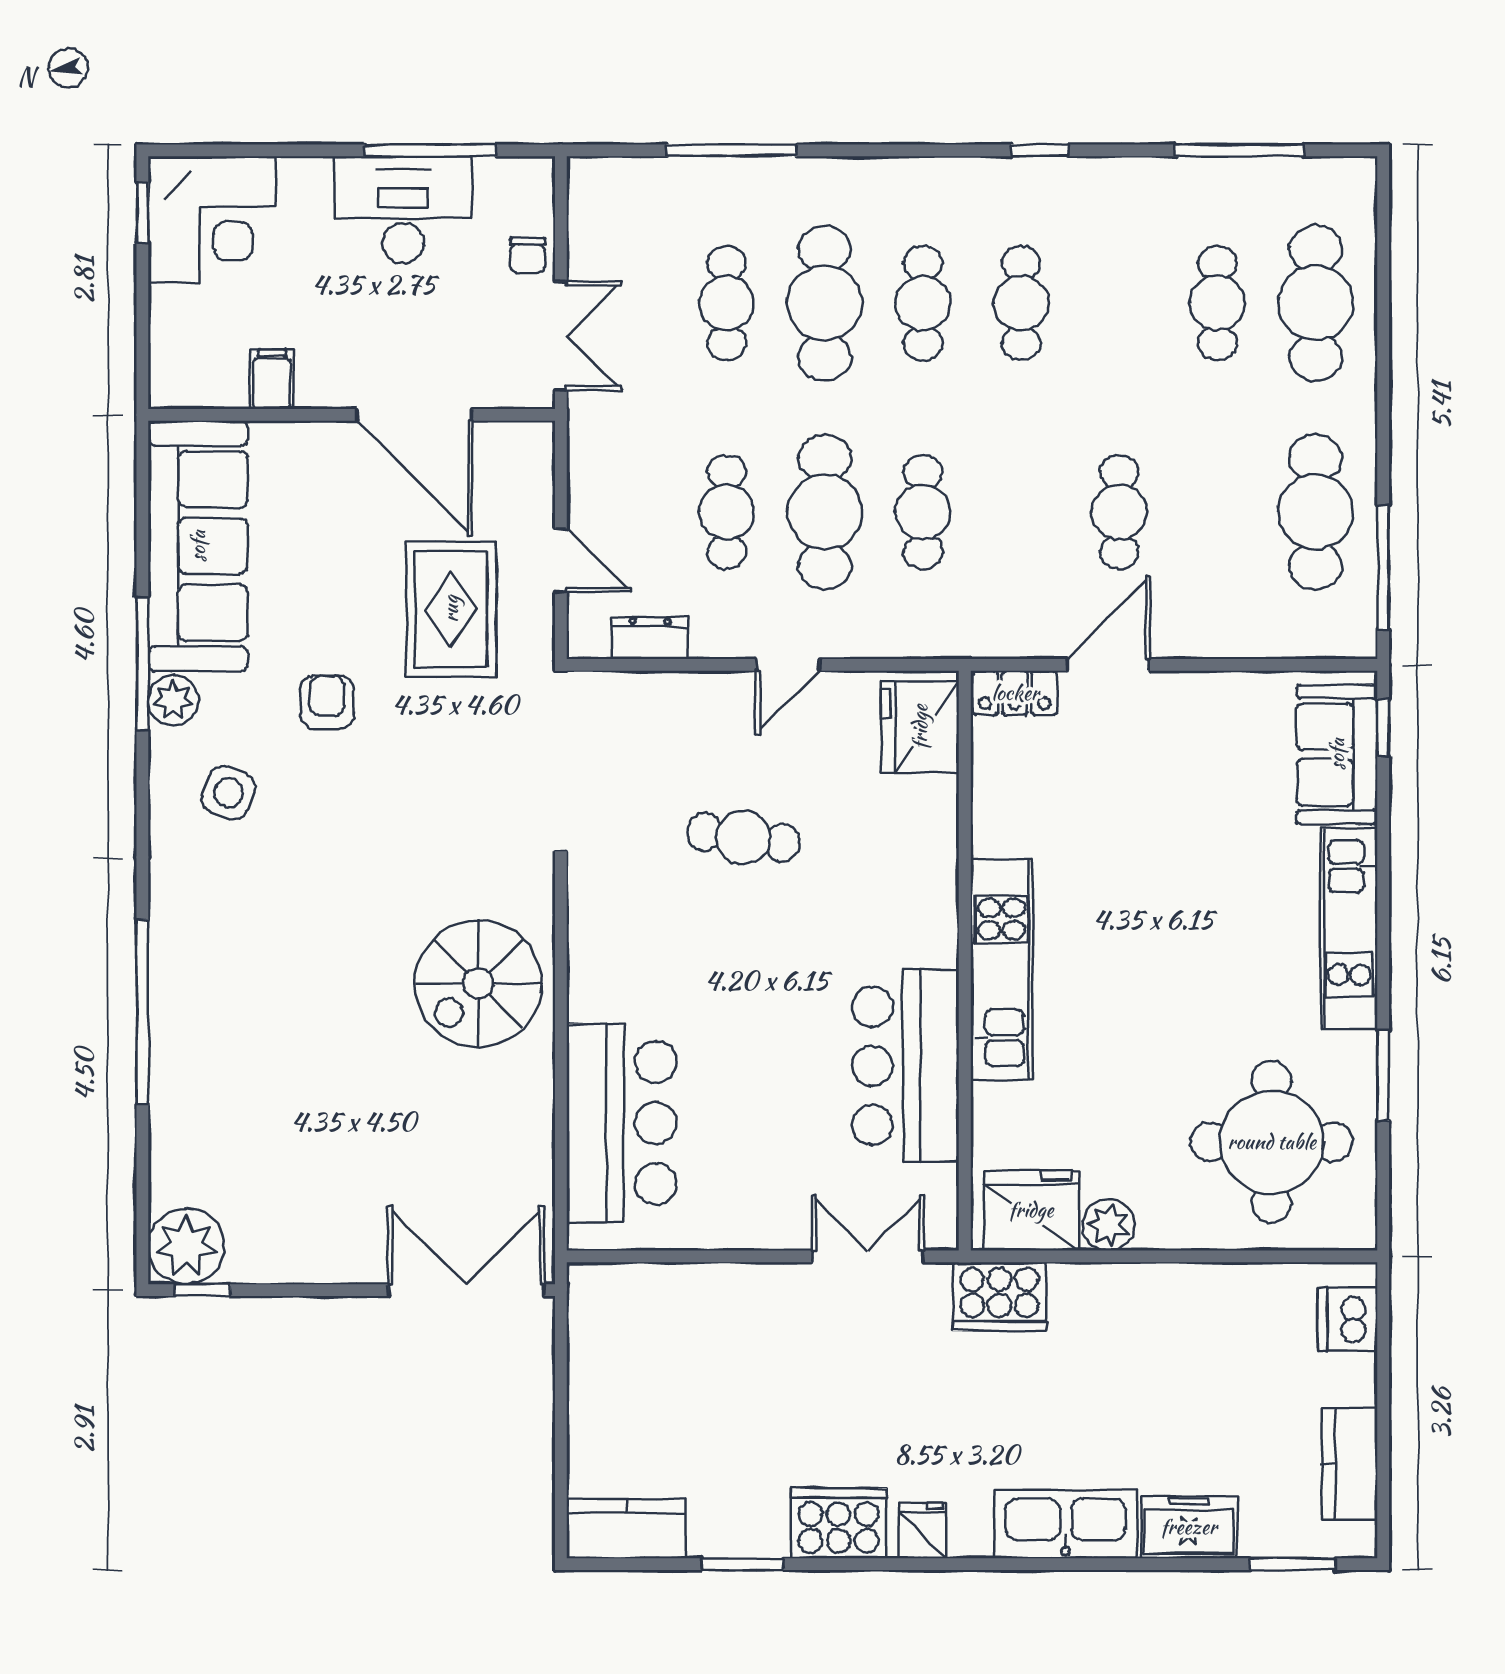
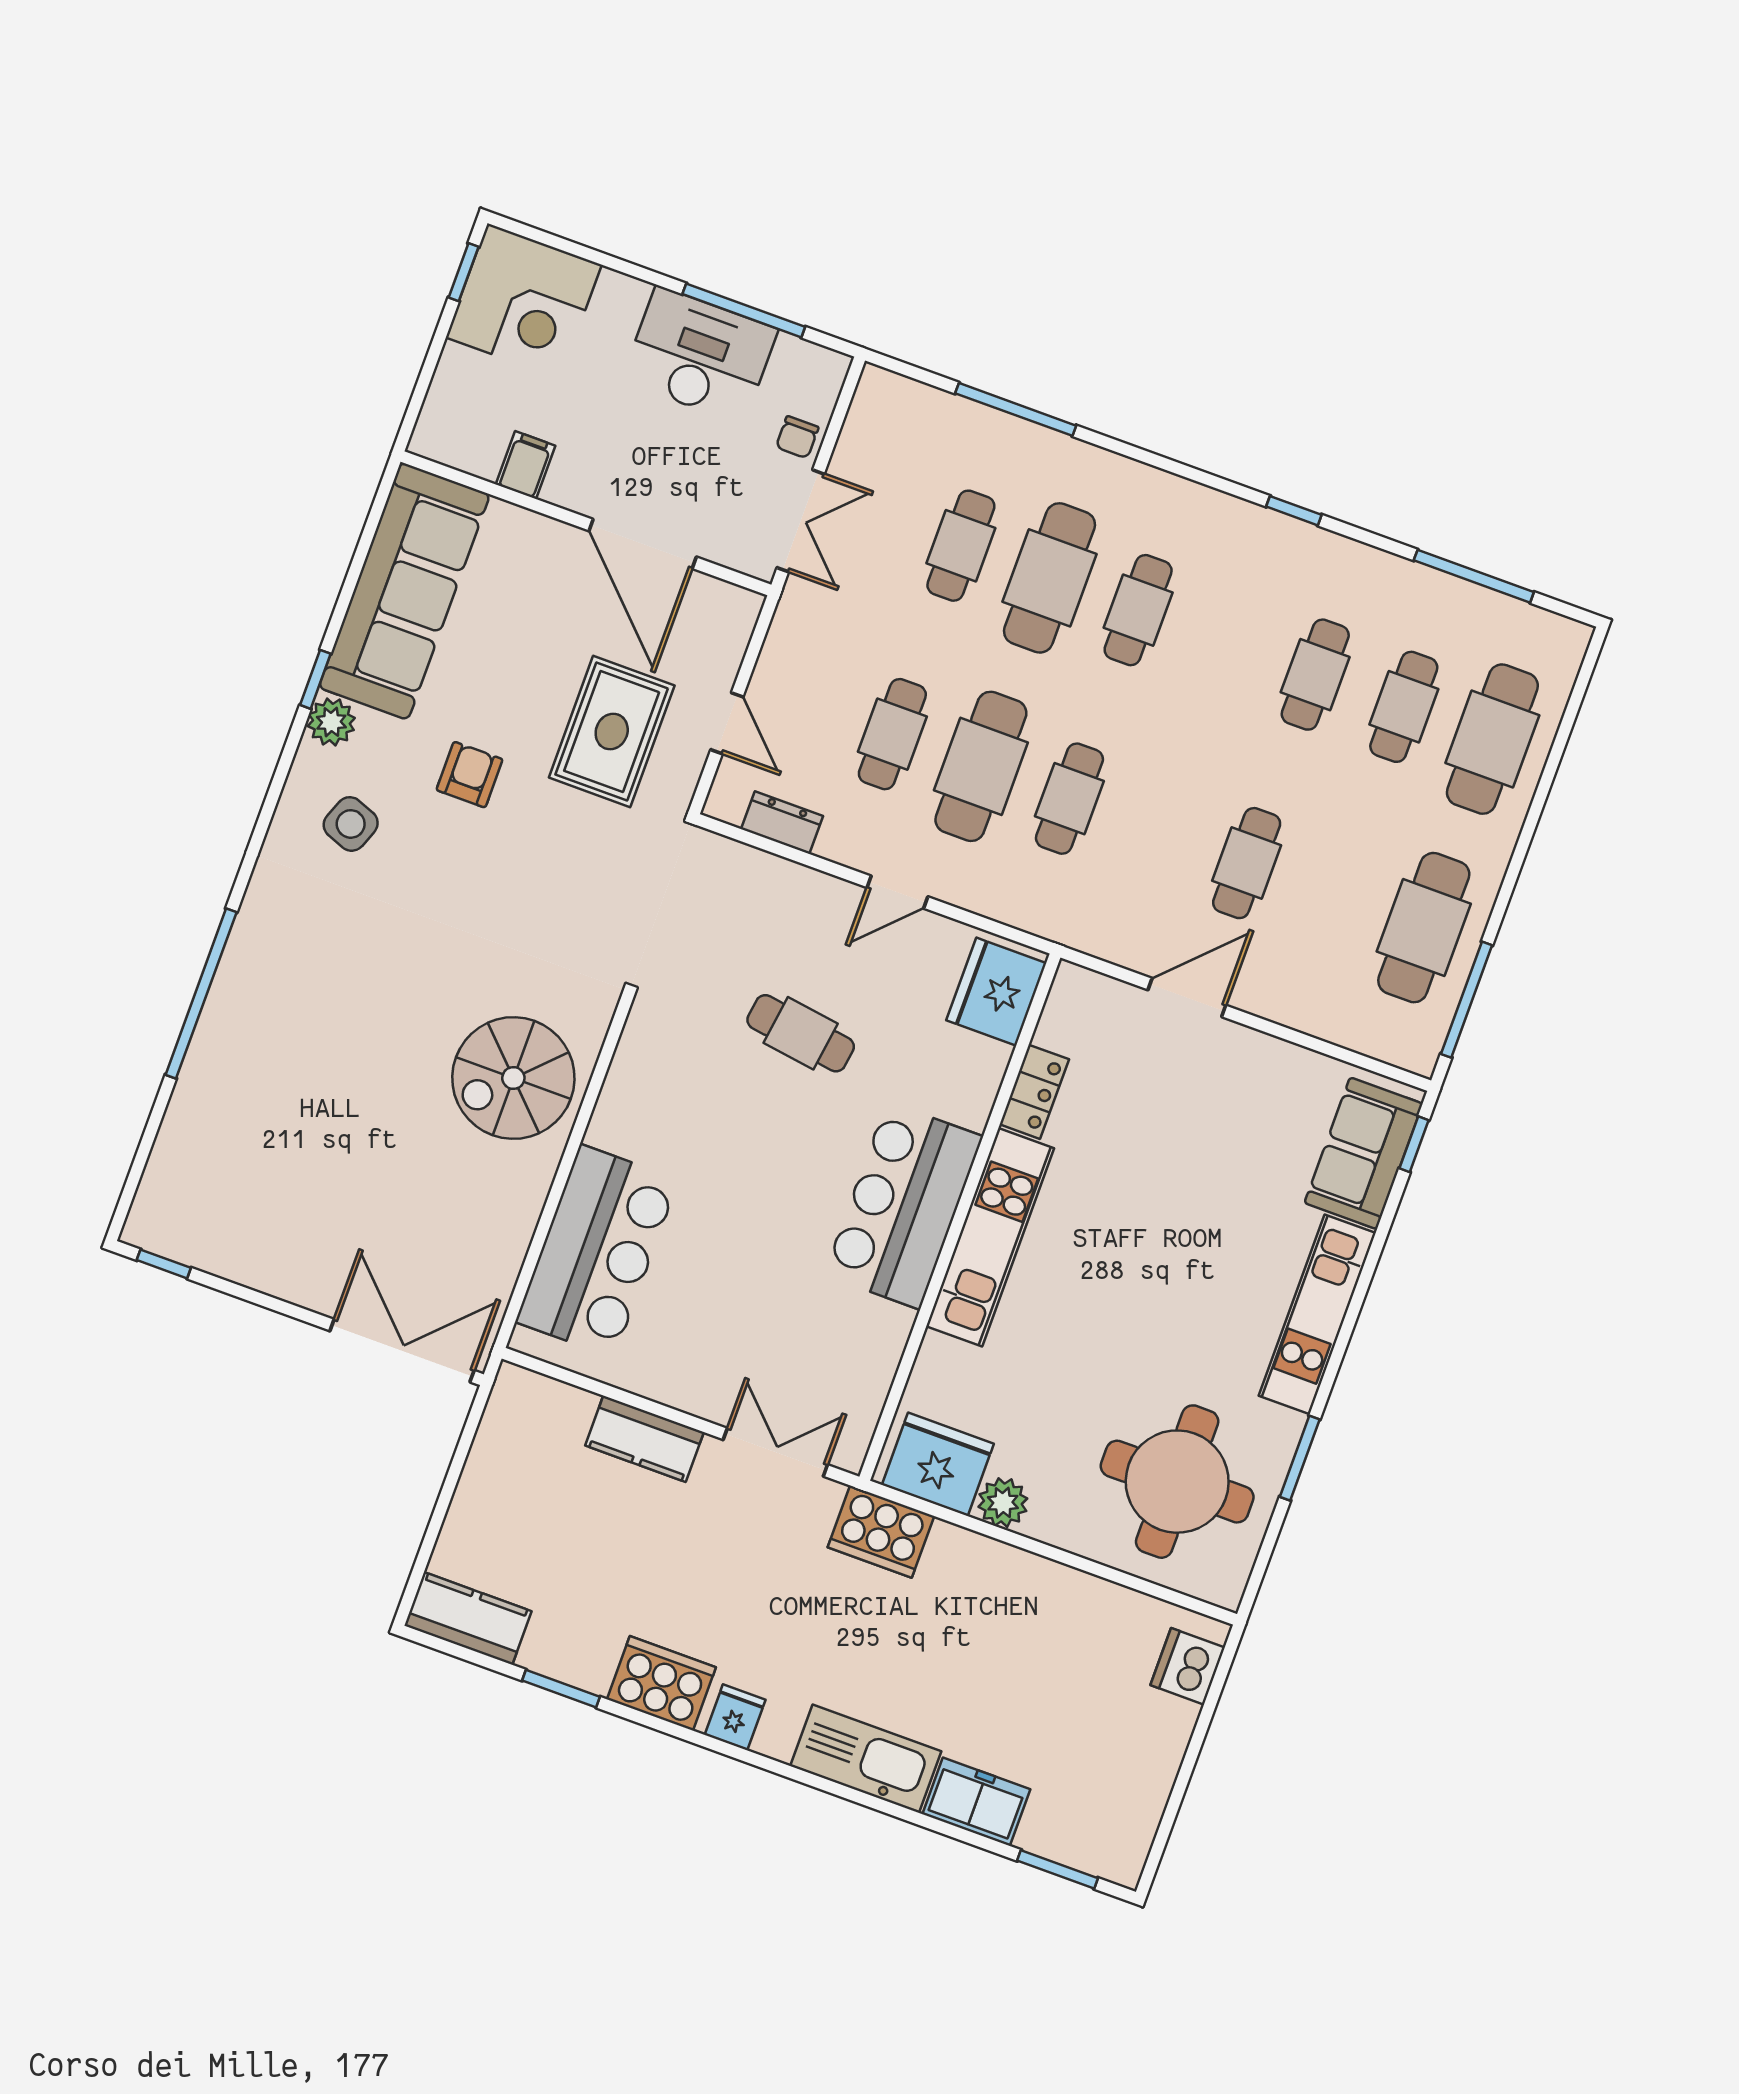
cafe table: (1021, 303) -> (1315, 675), moved
window: (142, 664) -> (315, 679), width x0.46
locker: (1015, 693) -> (1034, 1092), moved, turned -90
bar counter: (905, 1066) -> (904, 1206), moved
plant: (186, 1246) -> (164, 1219), removed
kitchen counter: (1350, 1464) -> (645, 1439), moved, turned -90

